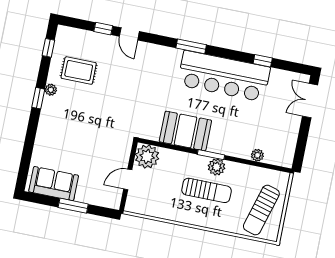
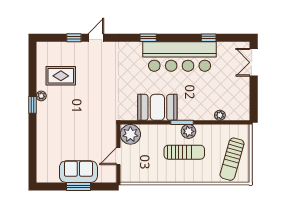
door: (129, 34) -> (96, 38), swing flipped
window: (191, 46) -> (148, 38), width x0.67
window: (48, 48) -> (32, 62), removed
sofa: (54, 184) -> (78, 172), moved

